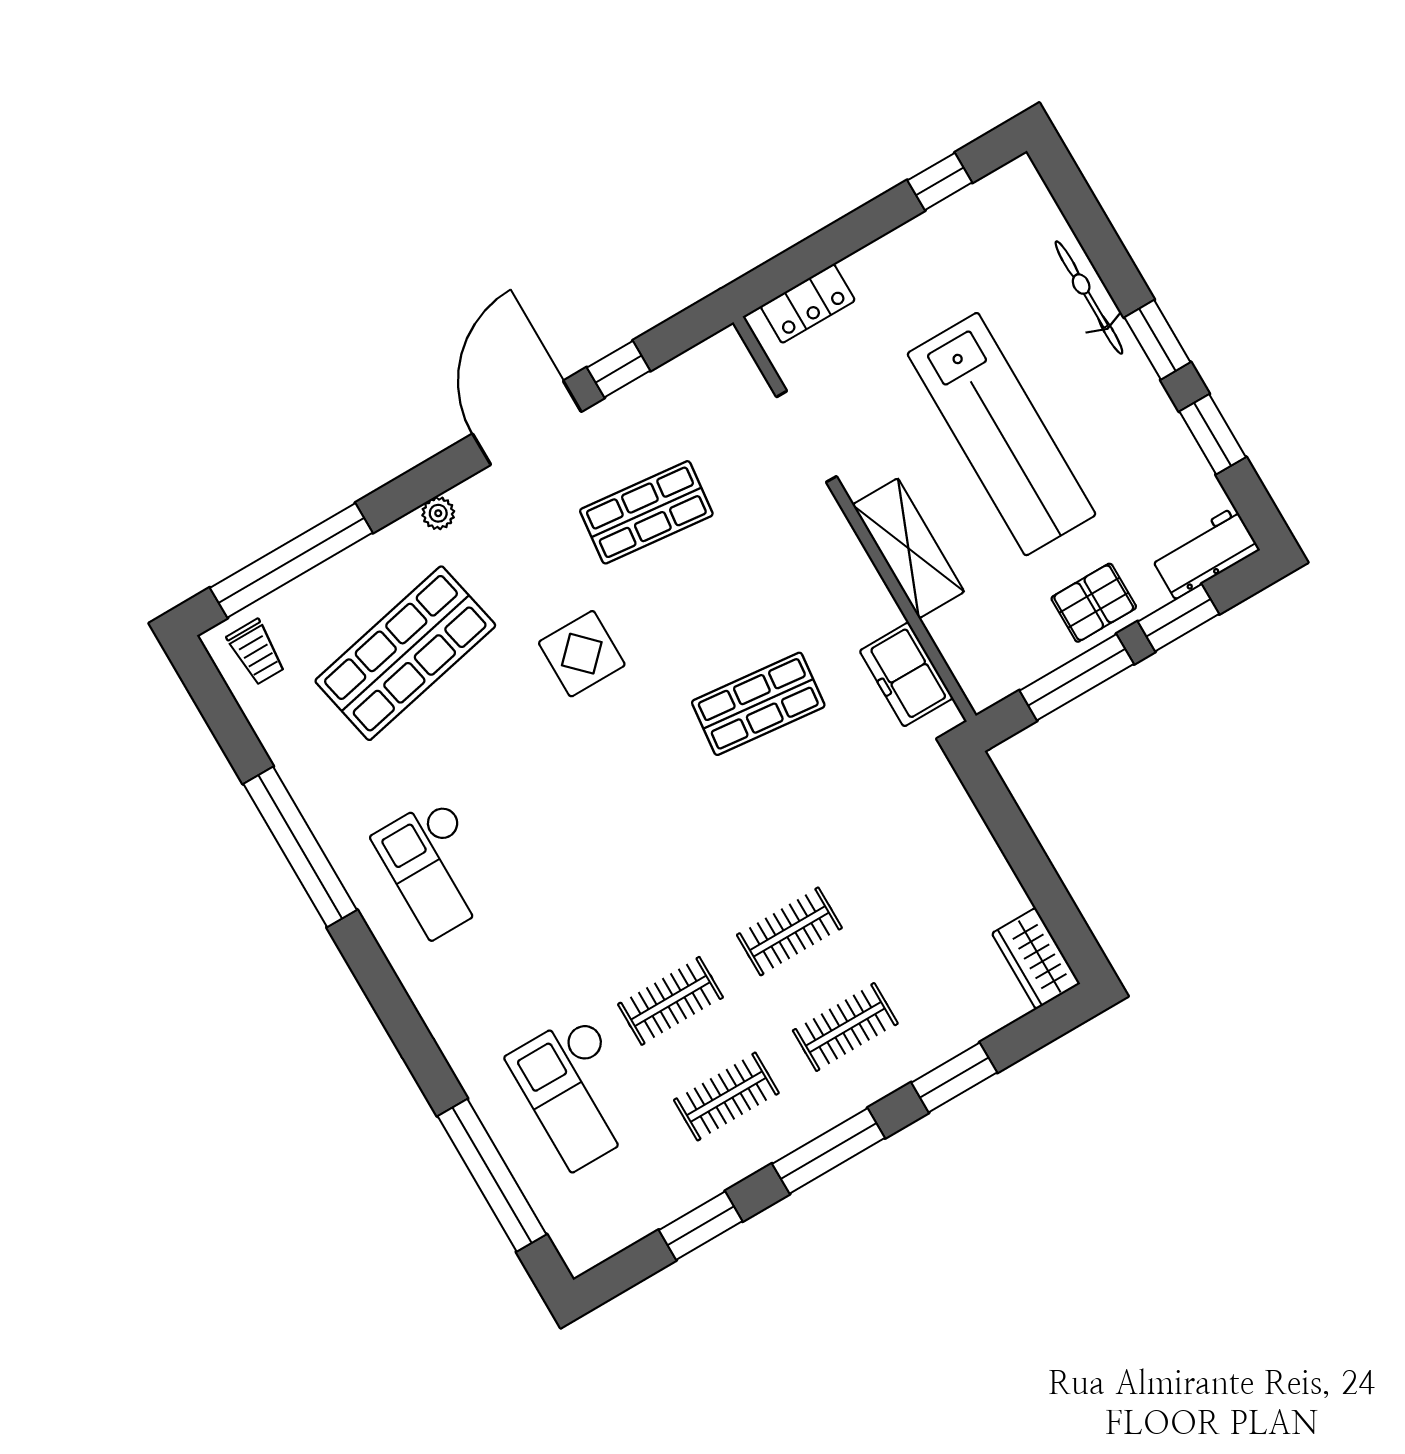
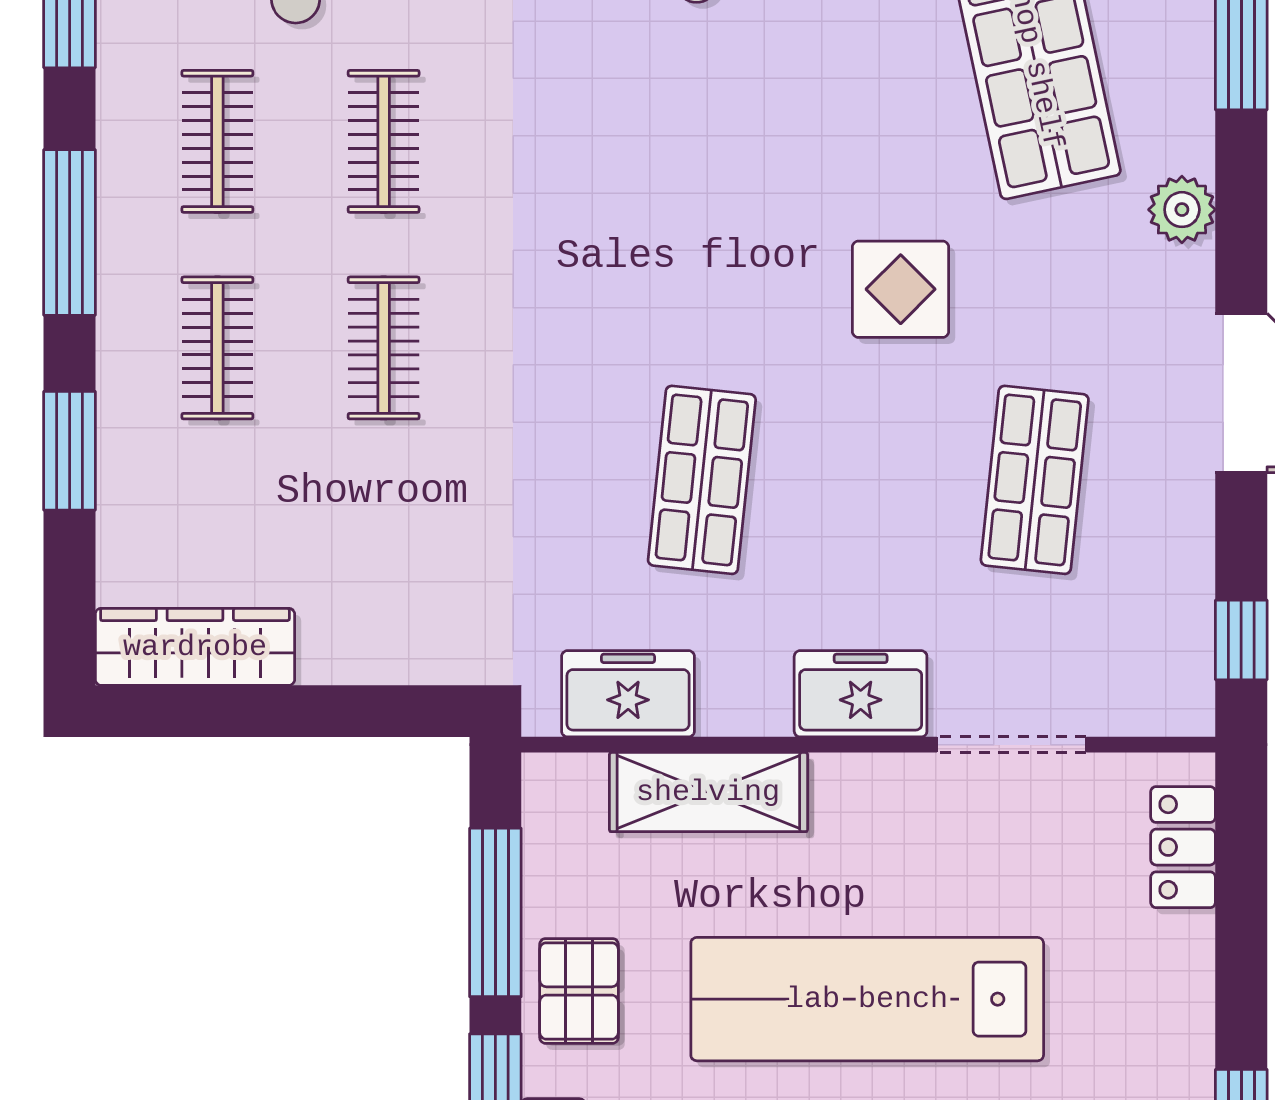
window: (619, 369) -> (1241, 640), moved
plant: (438, 513) -> (1182, 210), width x1.38, depth x1.38
freezer: (828, 541) -> (861, 694), added
shelving: (908, 548) -> (708, 792), moved
wardrobe: (1036, 959) -> (195, 647), width x1.50

